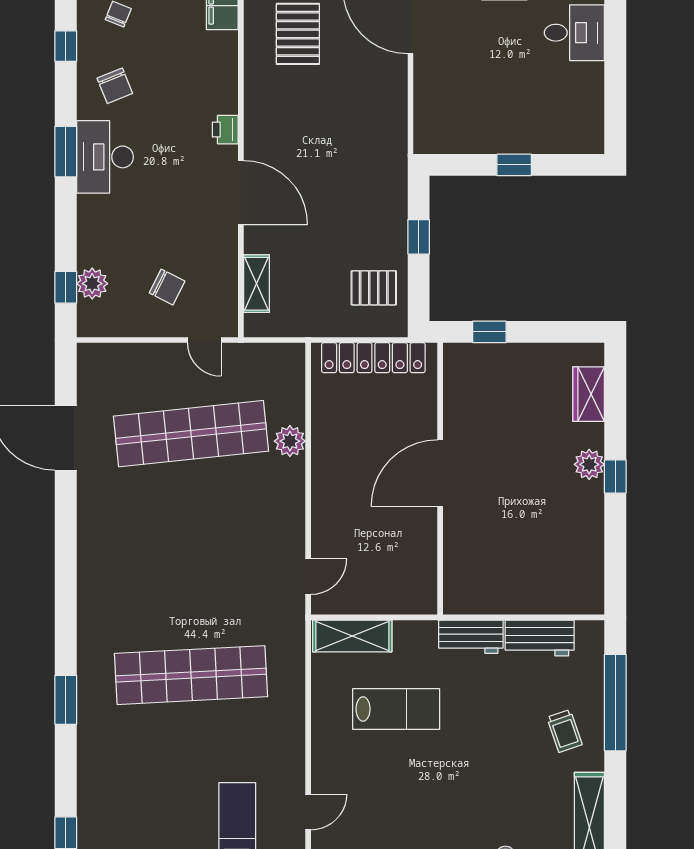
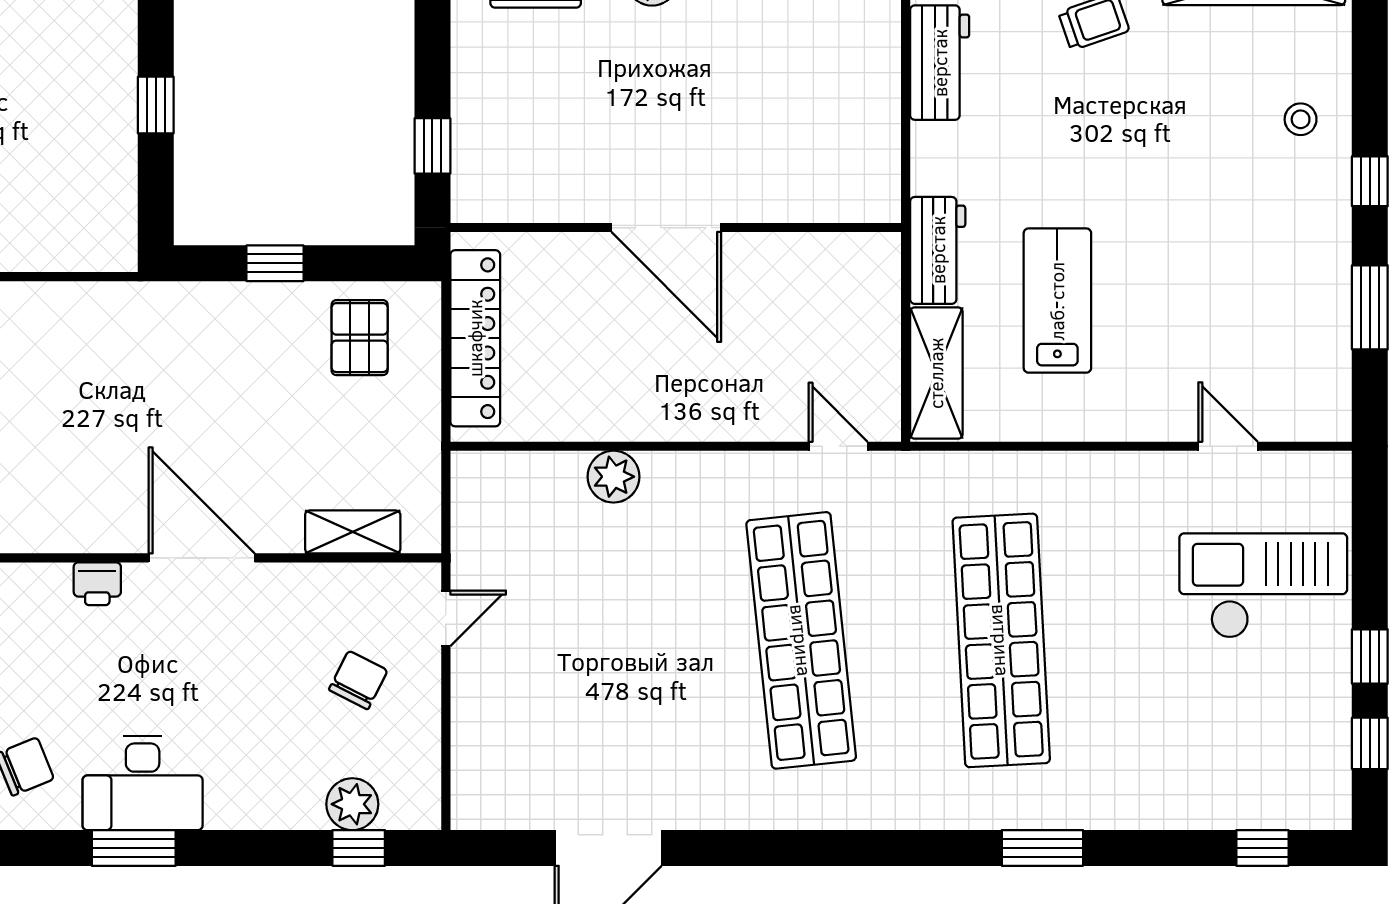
door: (241, 193) -> (202, 558), hinge flipped
shop shelf: (191, 434) -> (801, 640), moved
workbench: (471, 637) -> (938, 250), moved

